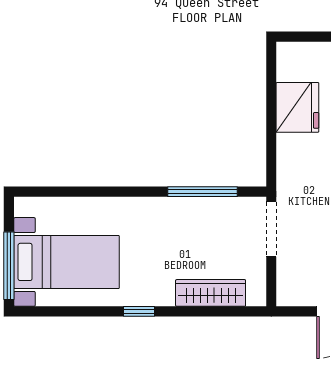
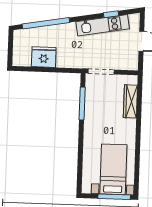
window: (139, 311) -> (138, 136), removed

